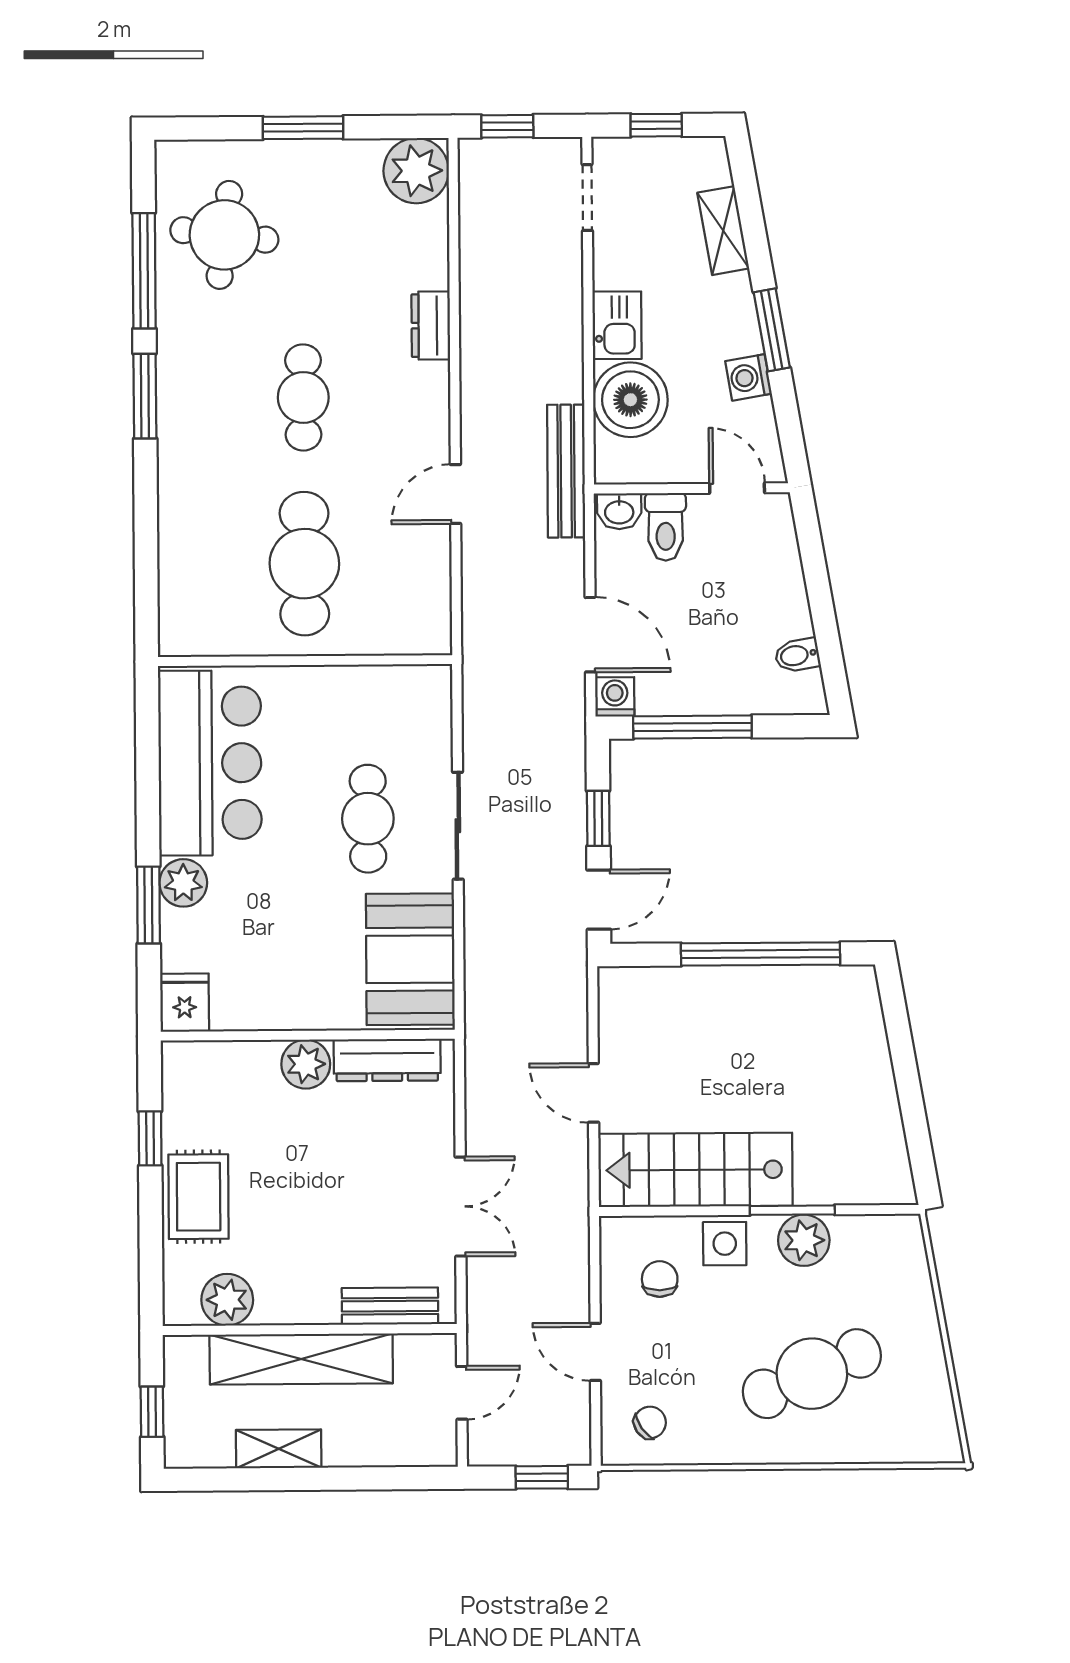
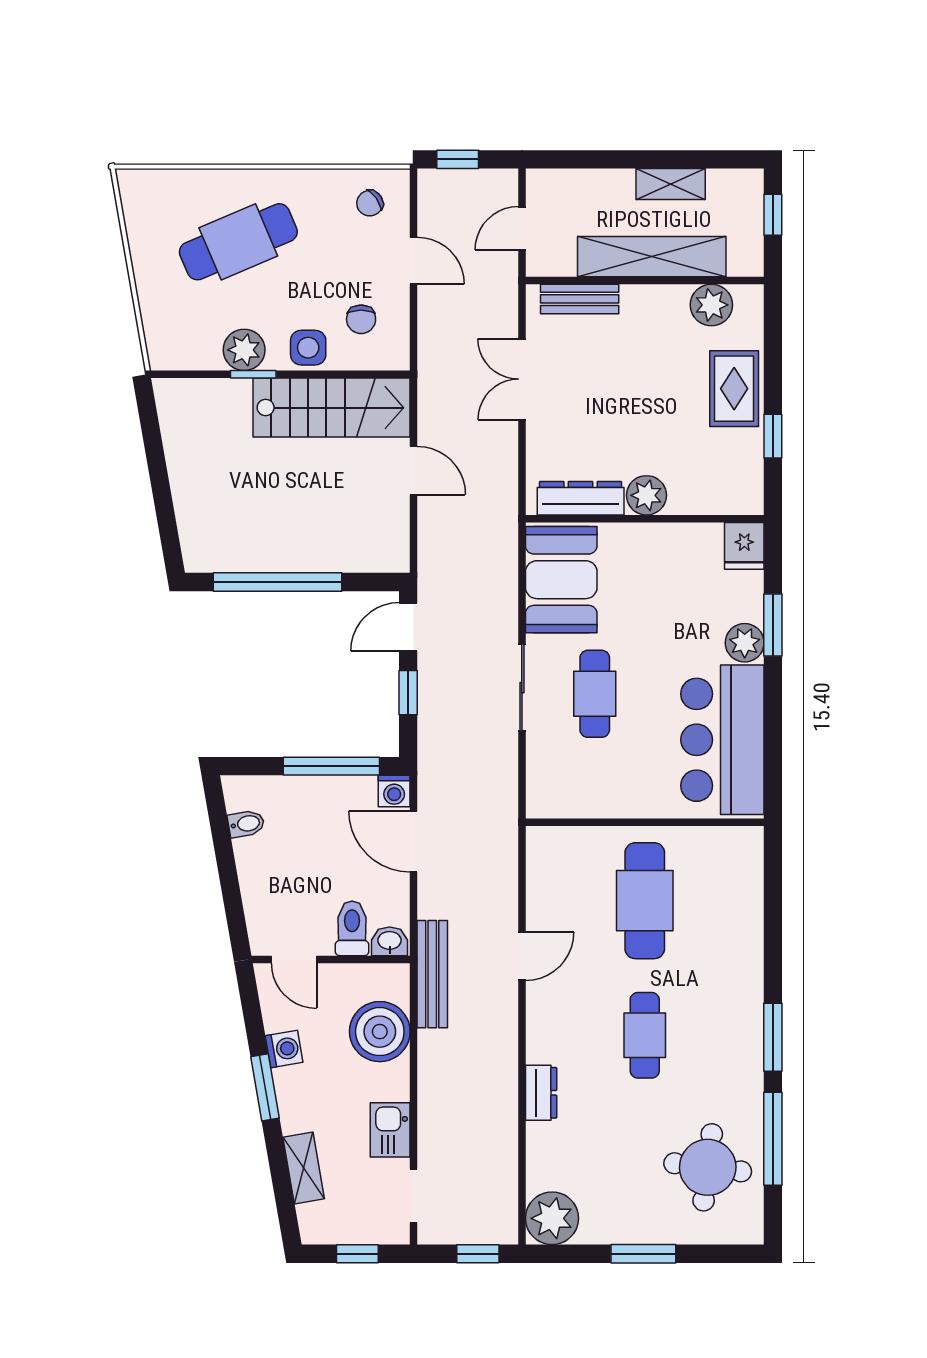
kitchen sink: (617, 325) -> (390, 1130), moved
window: (792, 1210) -> (253, 374), width x0.67

